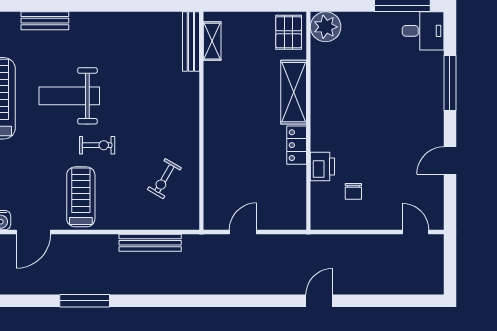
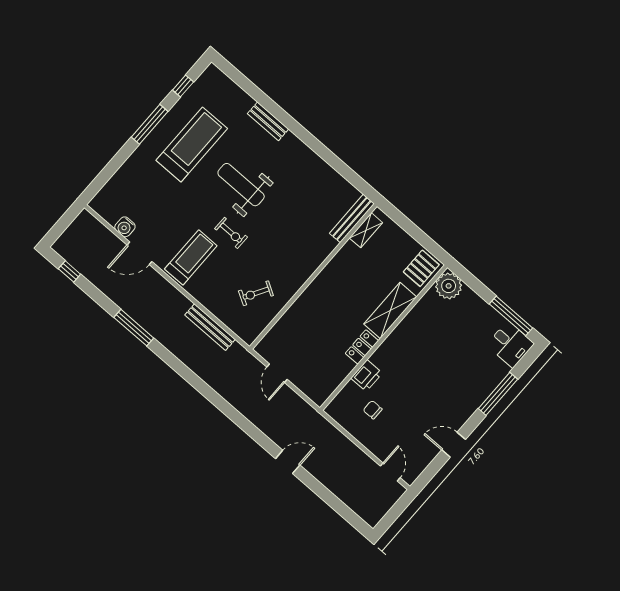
chair: (353, 191) -> (373, 410), turned 90
door: (243, 232) -> (277, 373), swing flipped

